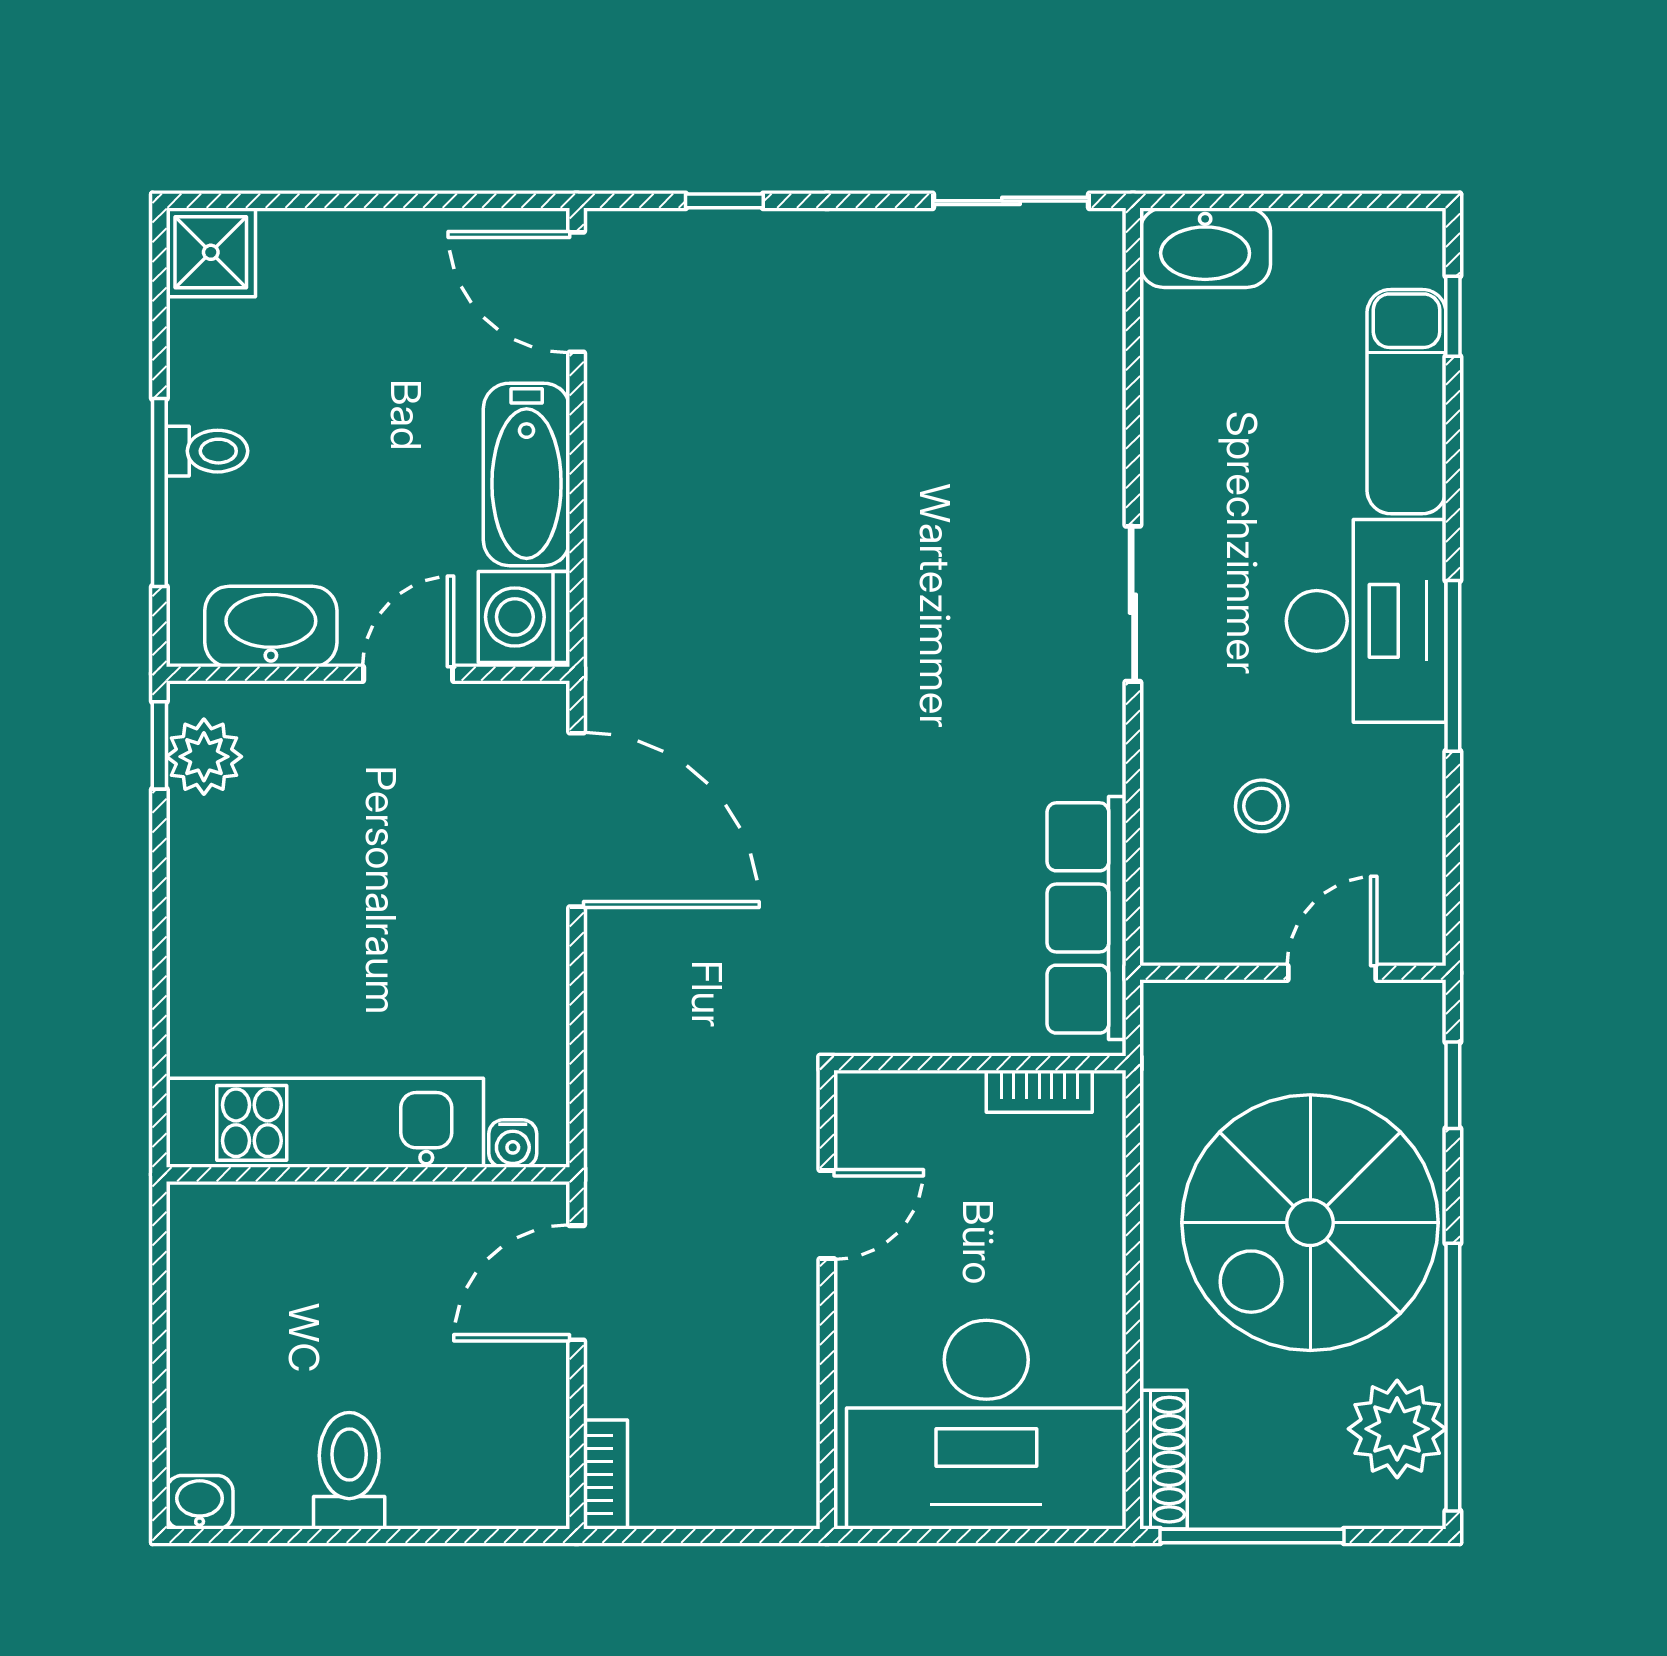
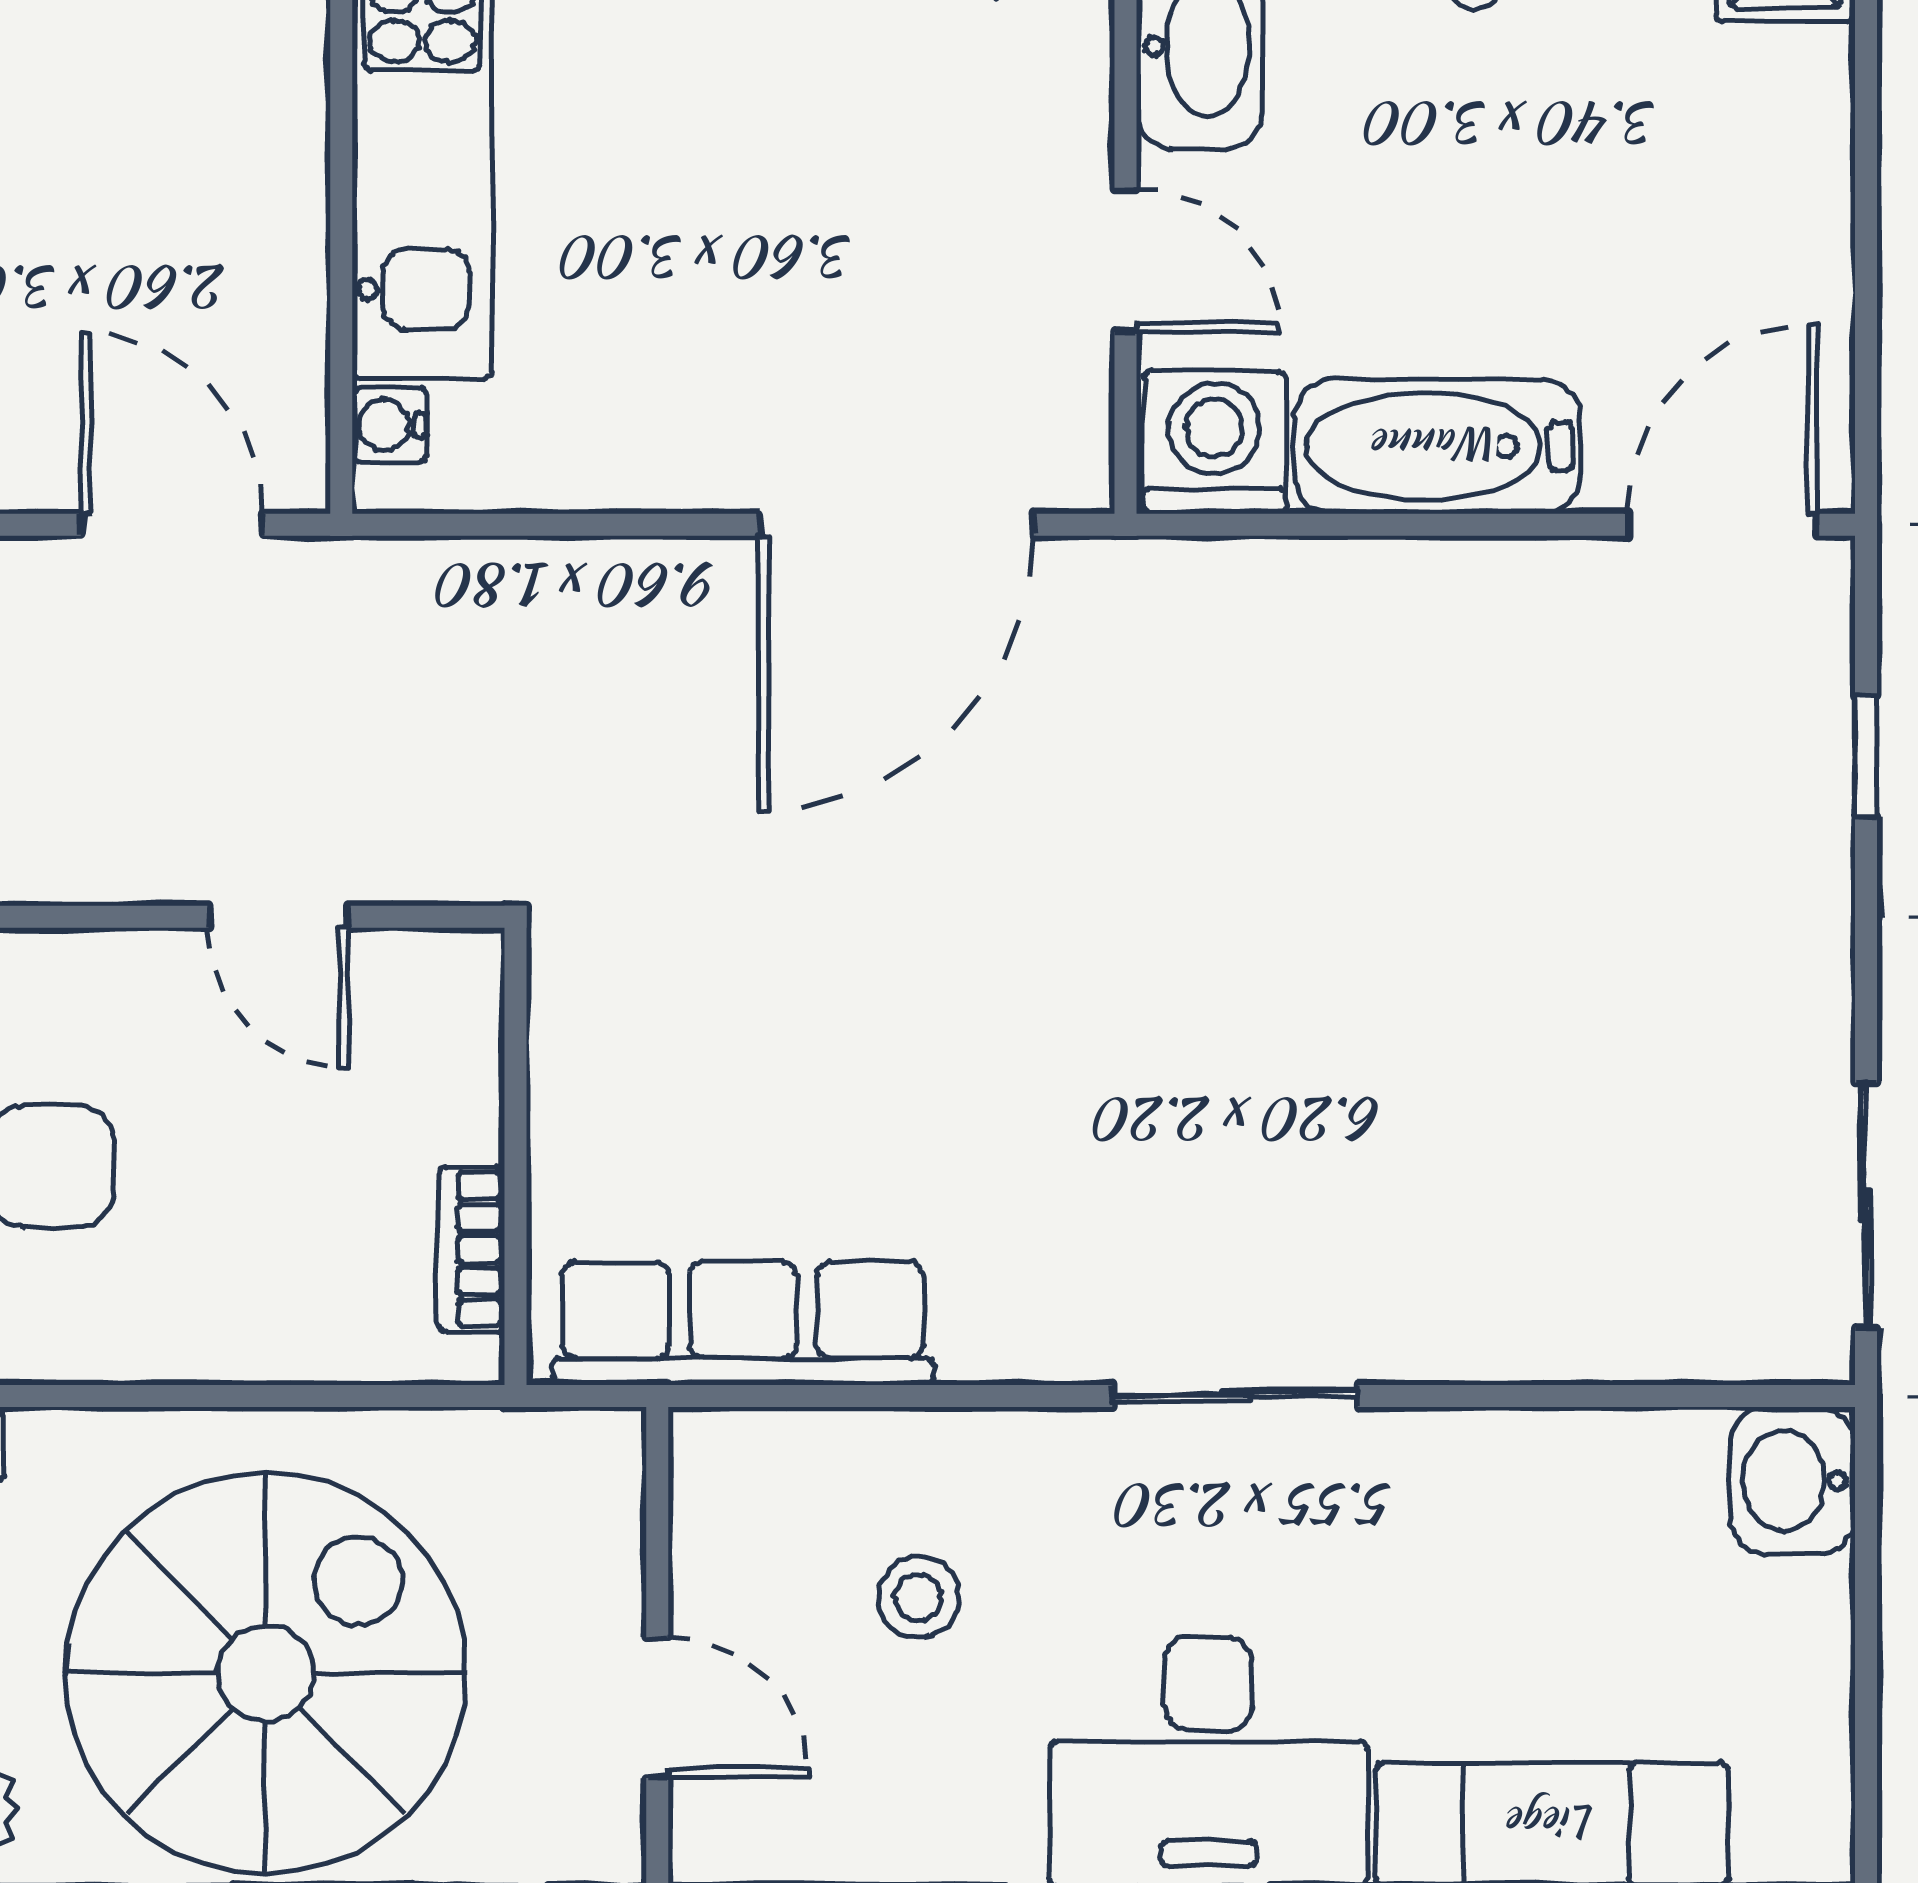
washbasin: (1205, 248) -> (1793, 1481), width x0.72
spiral stairs: (1310, 1223) -> (266, 1673), turned 90

